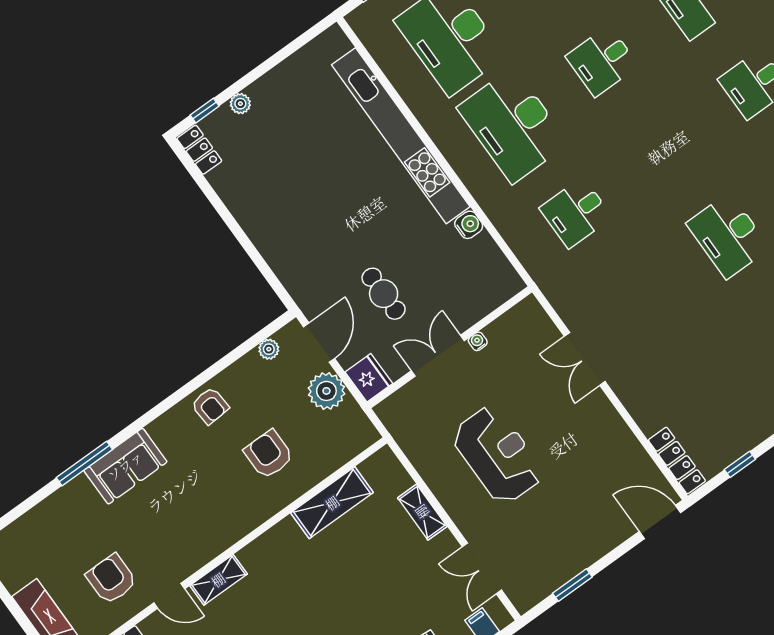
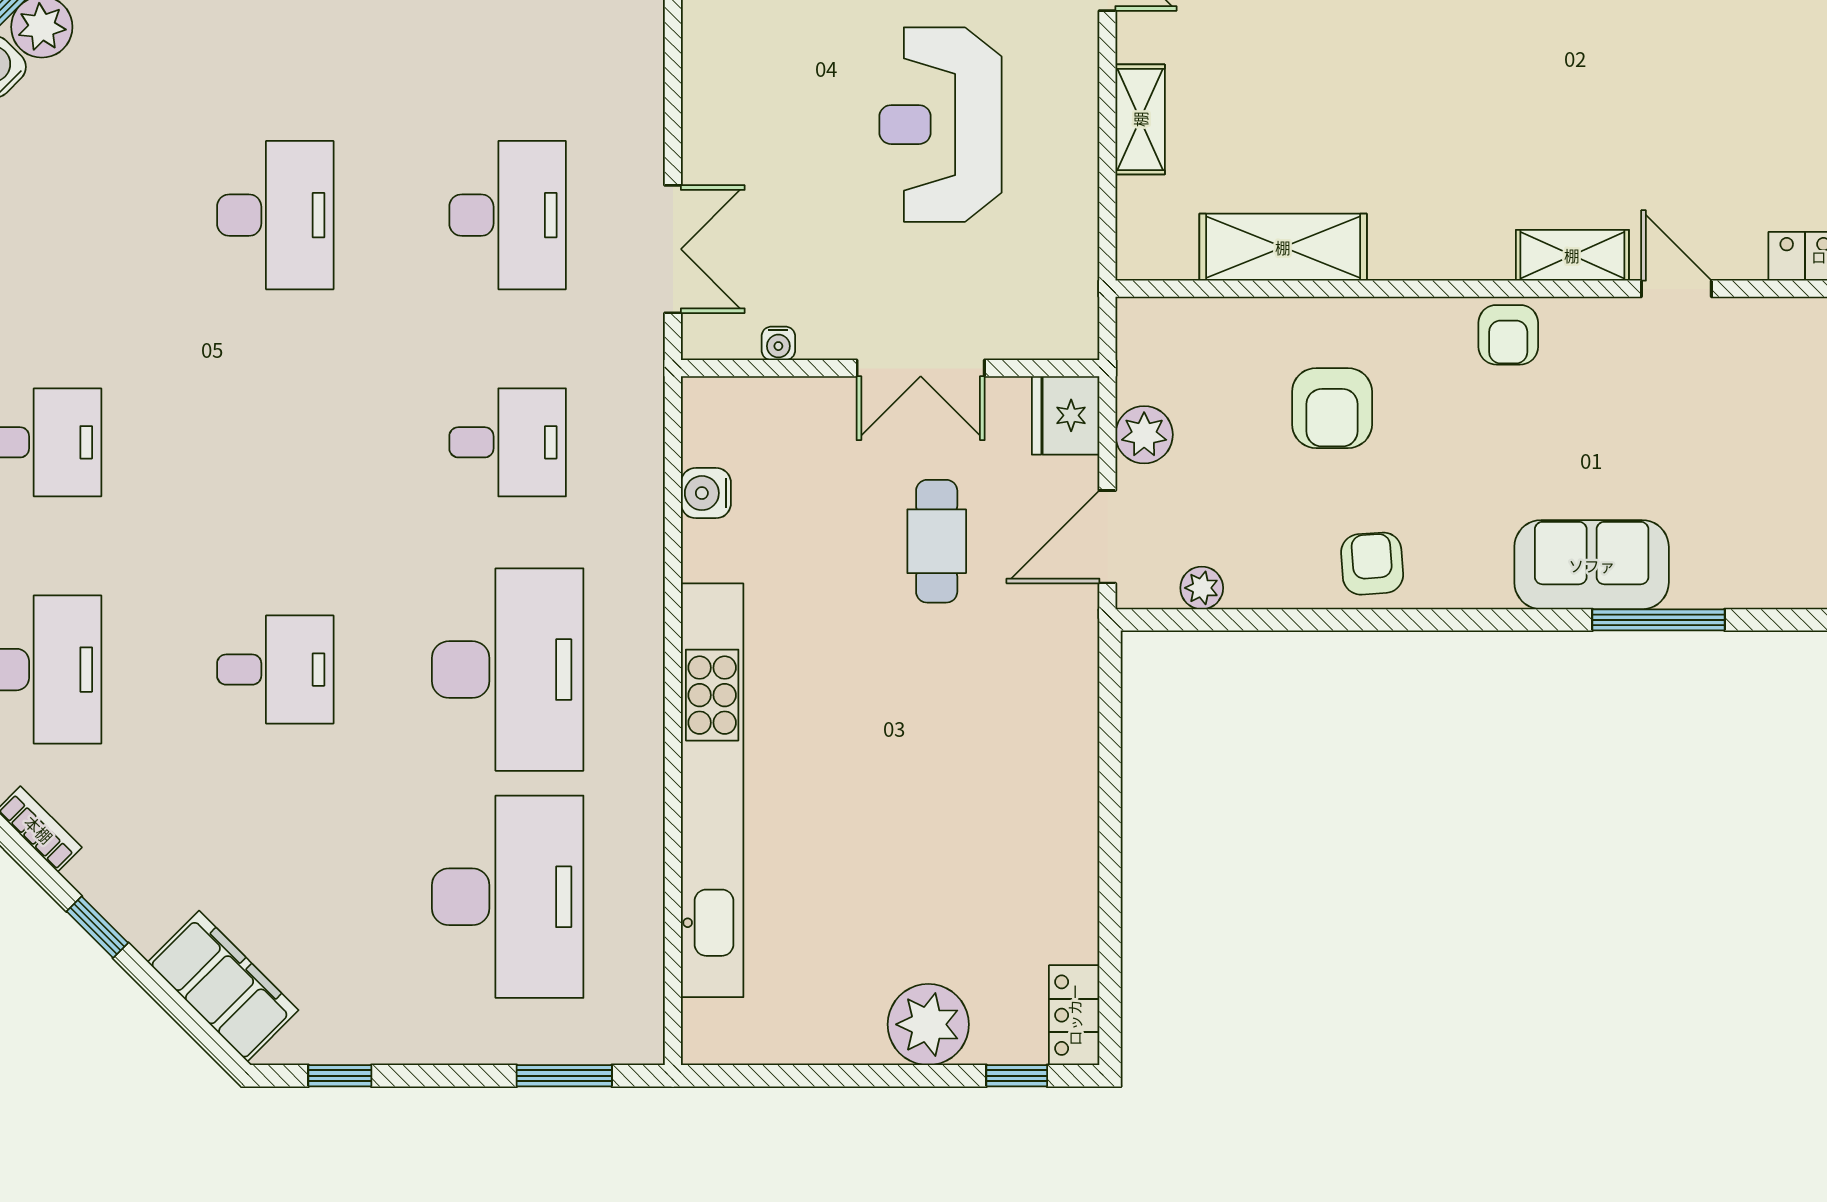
plant: (240, 104) -> (928, 1024), width x1.87, depth x1.87
water cooler: (469, 225) -> (706, 493), moved
desk: (639, 300) -> (508, 215), added
water cooler: (478, 341) -> (778, 343), moved
double door: (585, 359) -> (673, 249), moved
plant: (326, 391) -> (1144, 435), width x0.73, depth x0.73
armchair: (111, 579) -> (1508, 335), moved, width x0.72, depth x0.72

